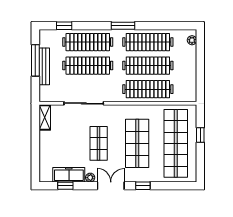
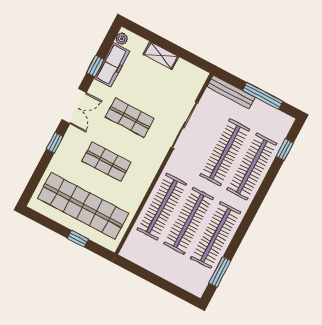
window: (123, 26) -> (220, 272), moved
plant: (192, 40) -> (191, 287), removed
bench: (44, 66) -> (231, 92), moved
shelving: (45, 117) -> (161, 56), moved
shop shelf: (137, 143) -> (106, 162), width x0.70, depth x0.74
plant: (90, 178) -> (122, 39), moved
window: (65, 186) -> (95, 66), moved

